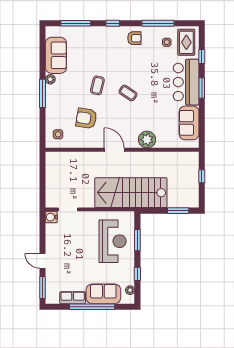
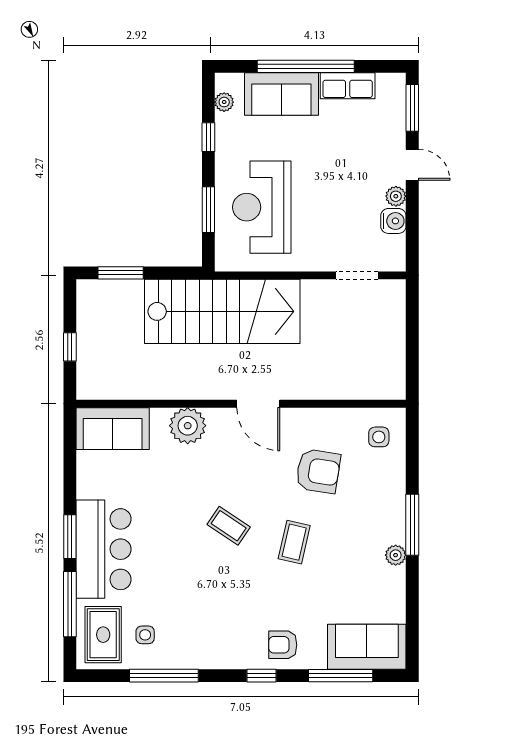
armchair: (134, 38) -> (283, 645), moved
sofa: (56, 55) -> (367, 647), moved, turned 90
window: (202, 56) -> (70, 604), width x2.17
sofa: (189, 123) -> (113, 429), moved, turned 90
water cooler: (51, 217) -> (393, 221), moved
plant: (50, 246) -> (396, 196), added

